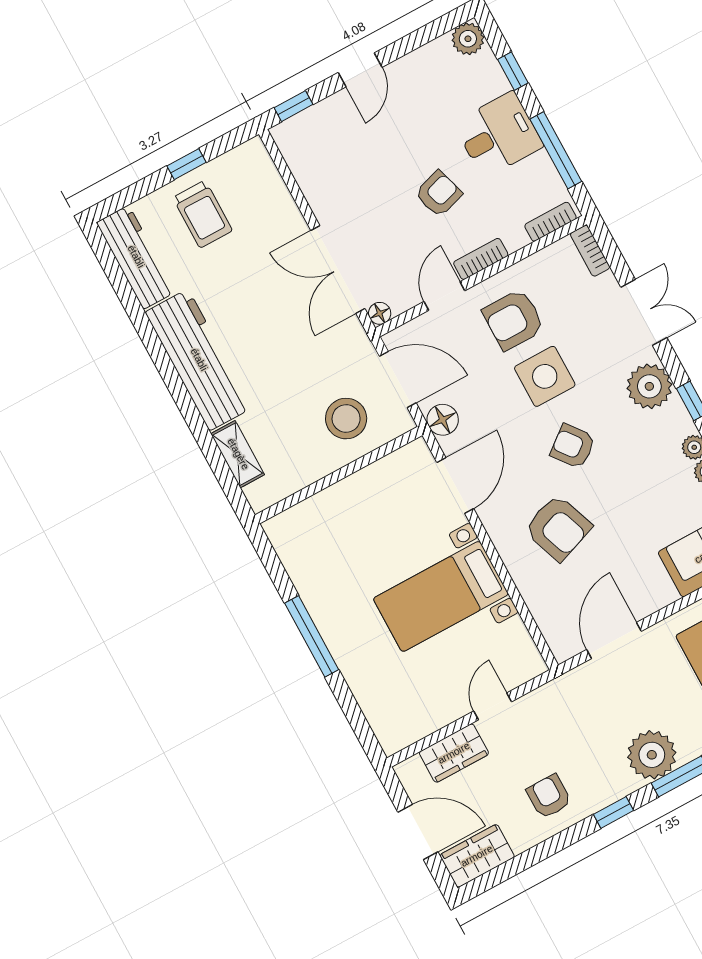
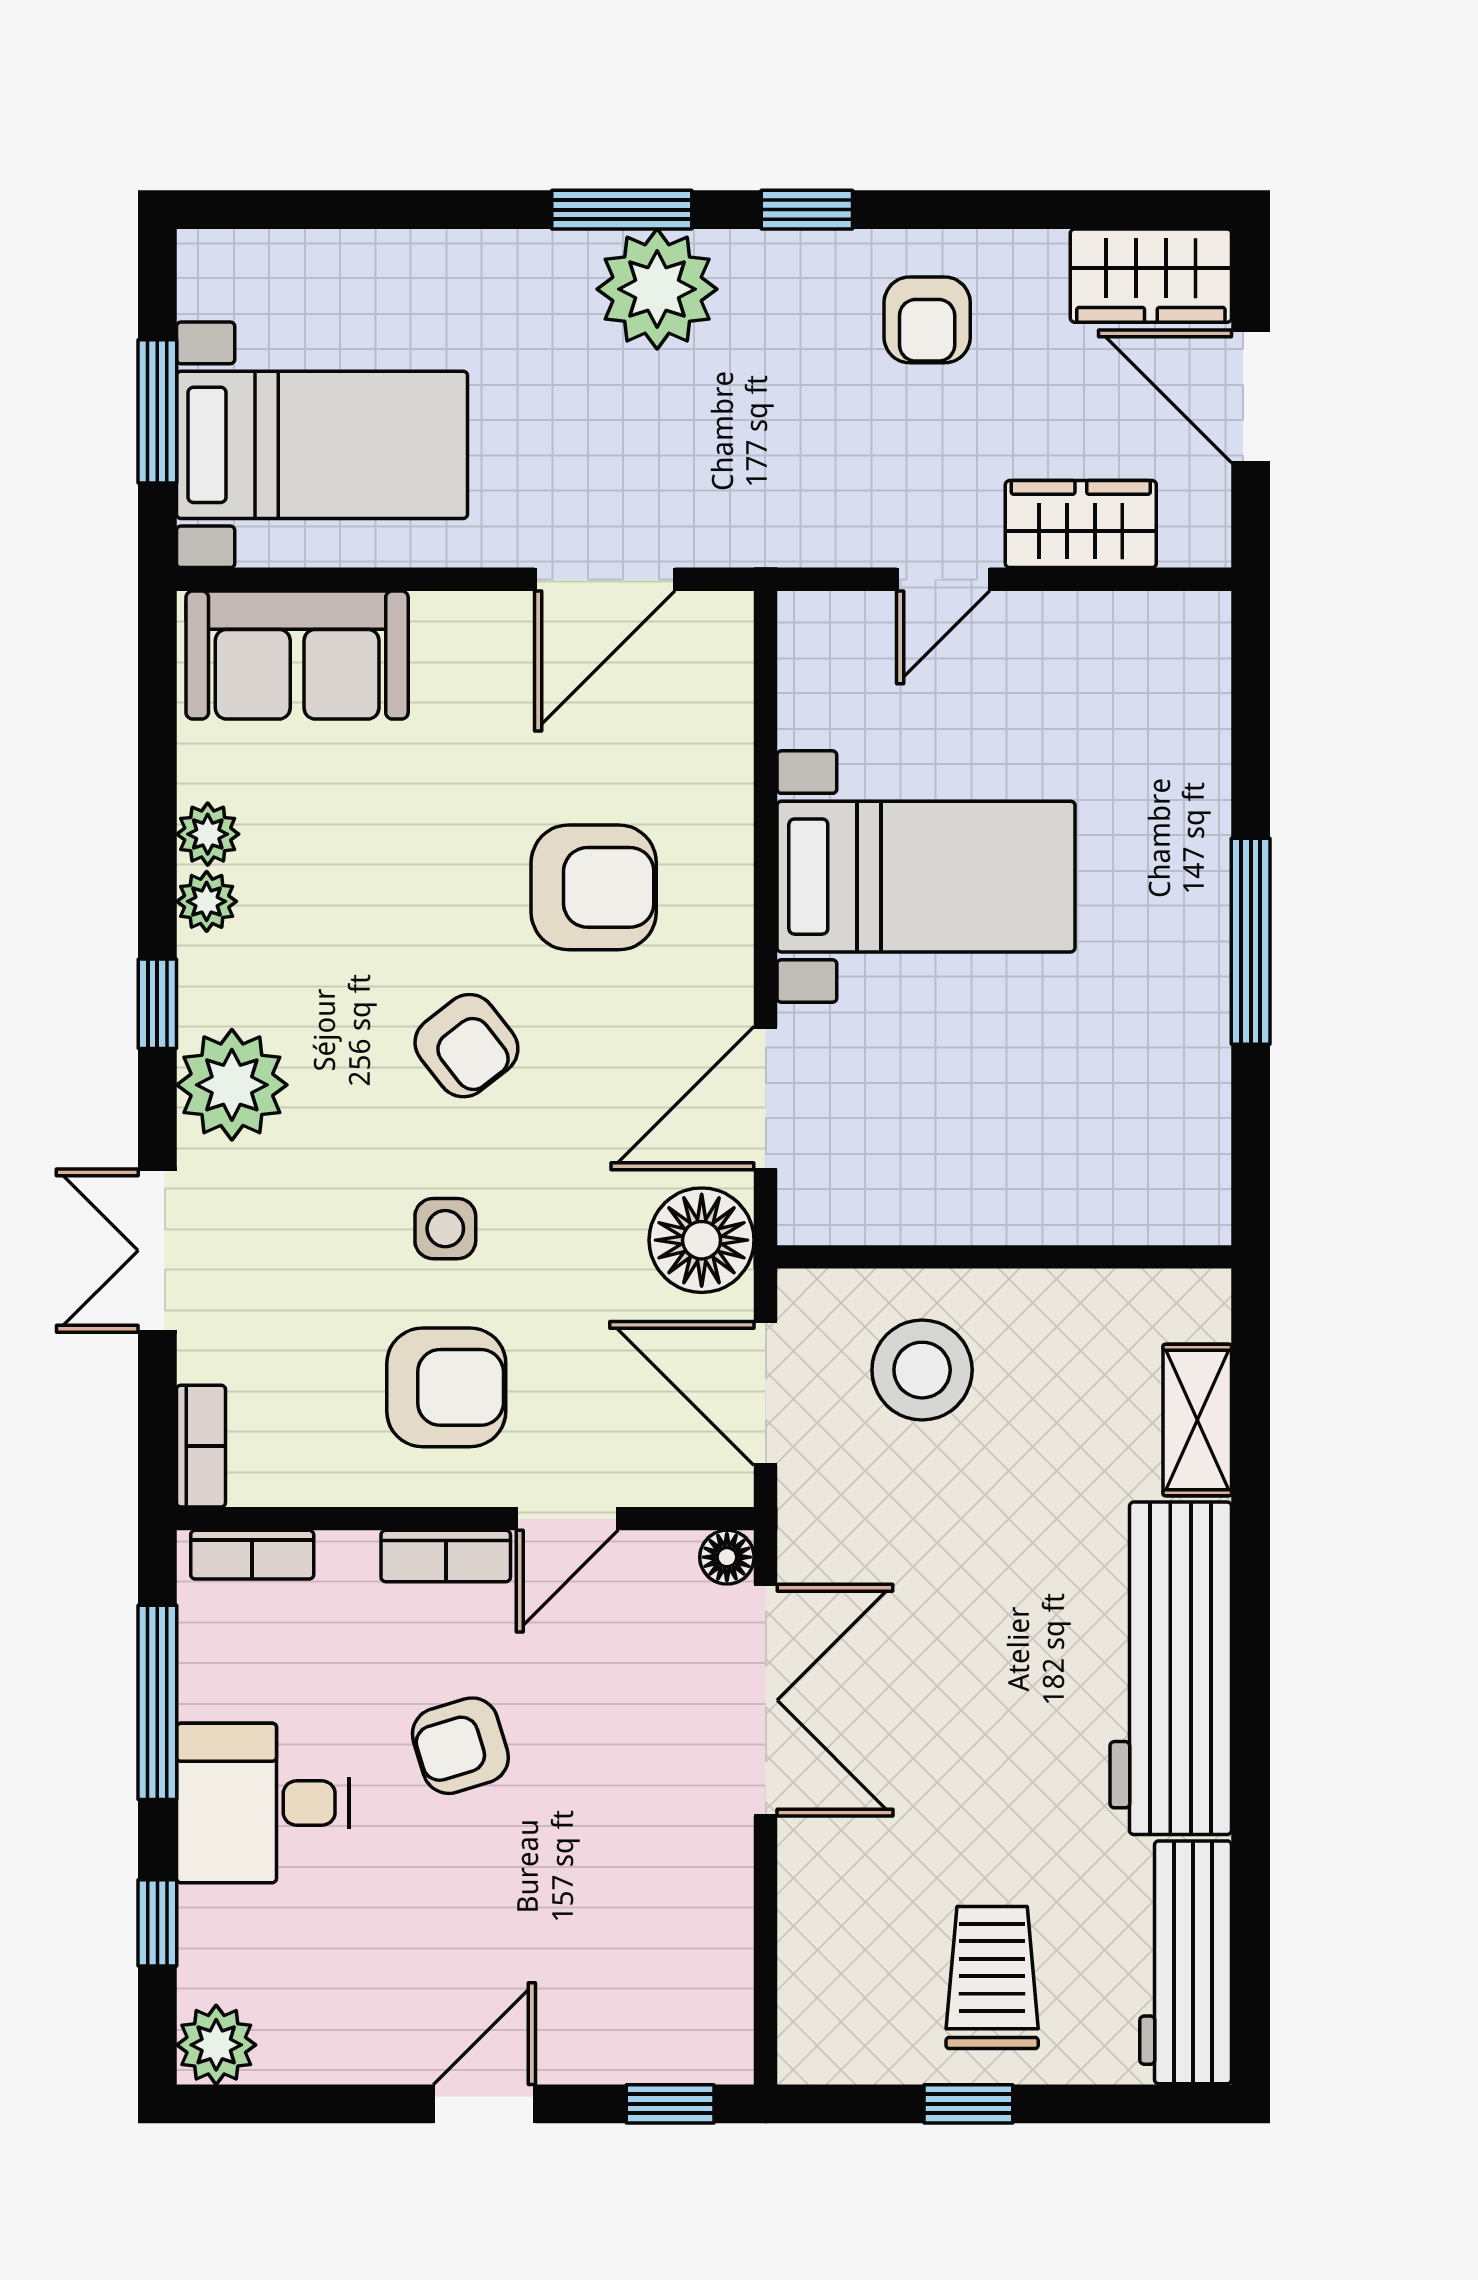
side table: (545, 376) -> (445, 1229), width x0.54, depth x0.54
floor lamp: (443, 420) -> (702, 1240), width x1.38, depth x1.38
armchair: (558, 528) -> (594, 887), turned 110

